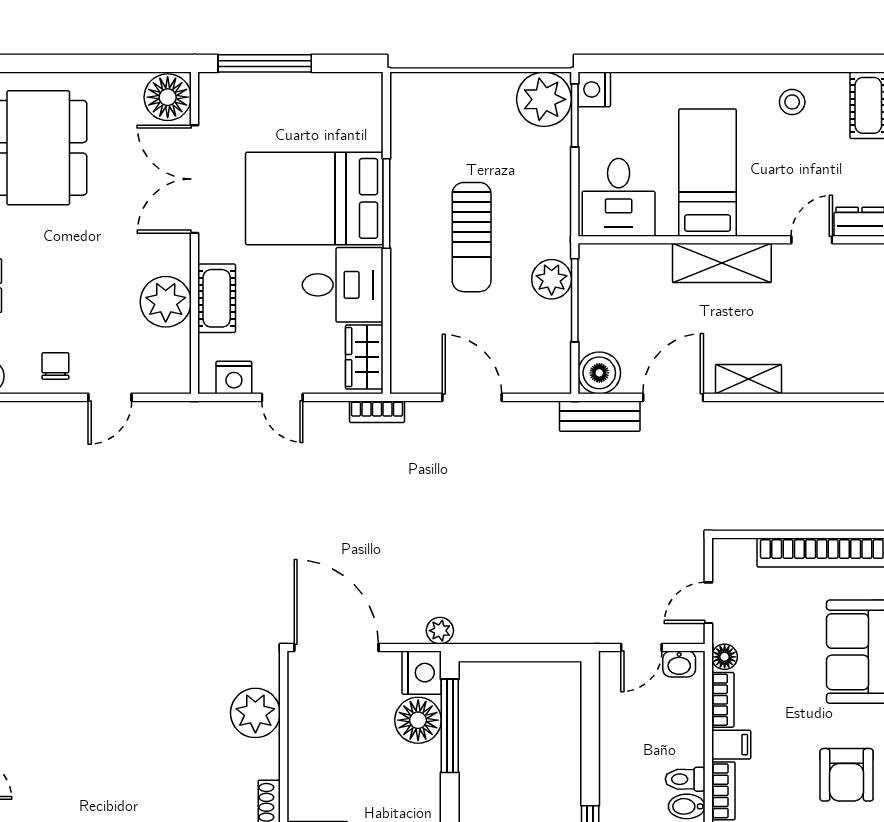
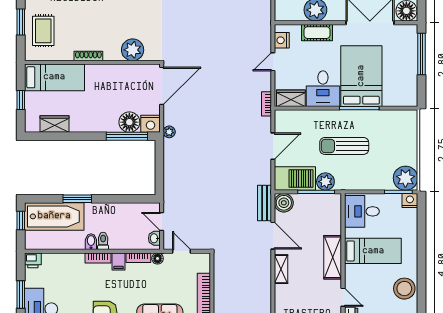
stool: (792, 102) -> (404, 289), width x1.89, depth x1.89
barbecue: (545, 348) -> (295, 179), added

